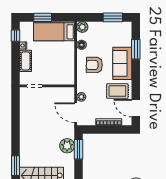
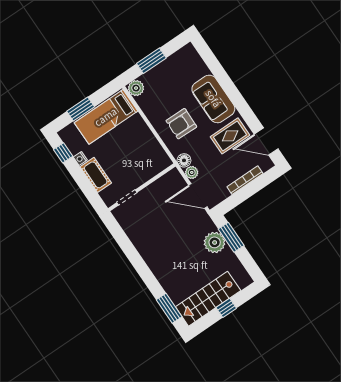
window: (113, 17) -> (151, 61), moved
floor lamp: (82, 45) -> (184, 160), moved
window: (136, 49) -> (218, 71), removed

